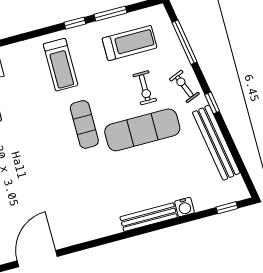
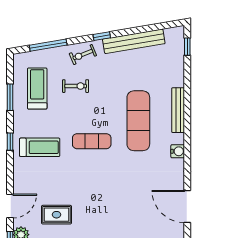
window: (75, 23) -> (10, 142), moved
exercise mat: (142, 130) -> (138, 121), moved
water cooler: (185, 207) -> (178, 151), moved

